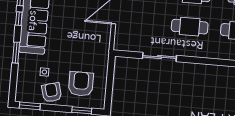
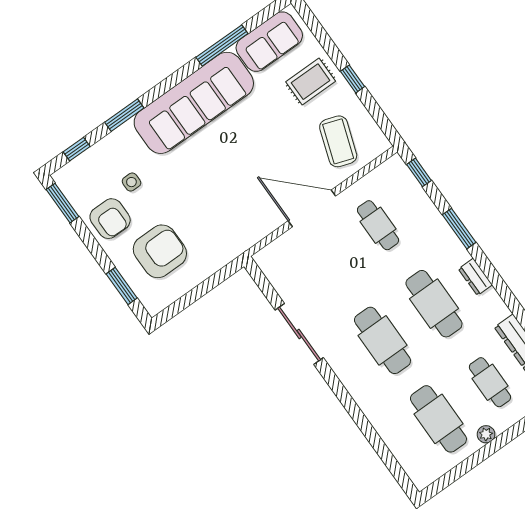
window: (19, 19) -> (77, 149), moved
armchair: (52, 93) -> (110, 219), turned 105

